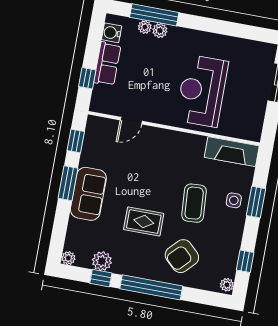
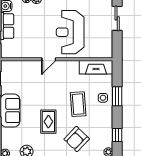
door: (131, 121) -> (49, 59), moved
rug: (144, 222) -> (48, 122), turned 90

